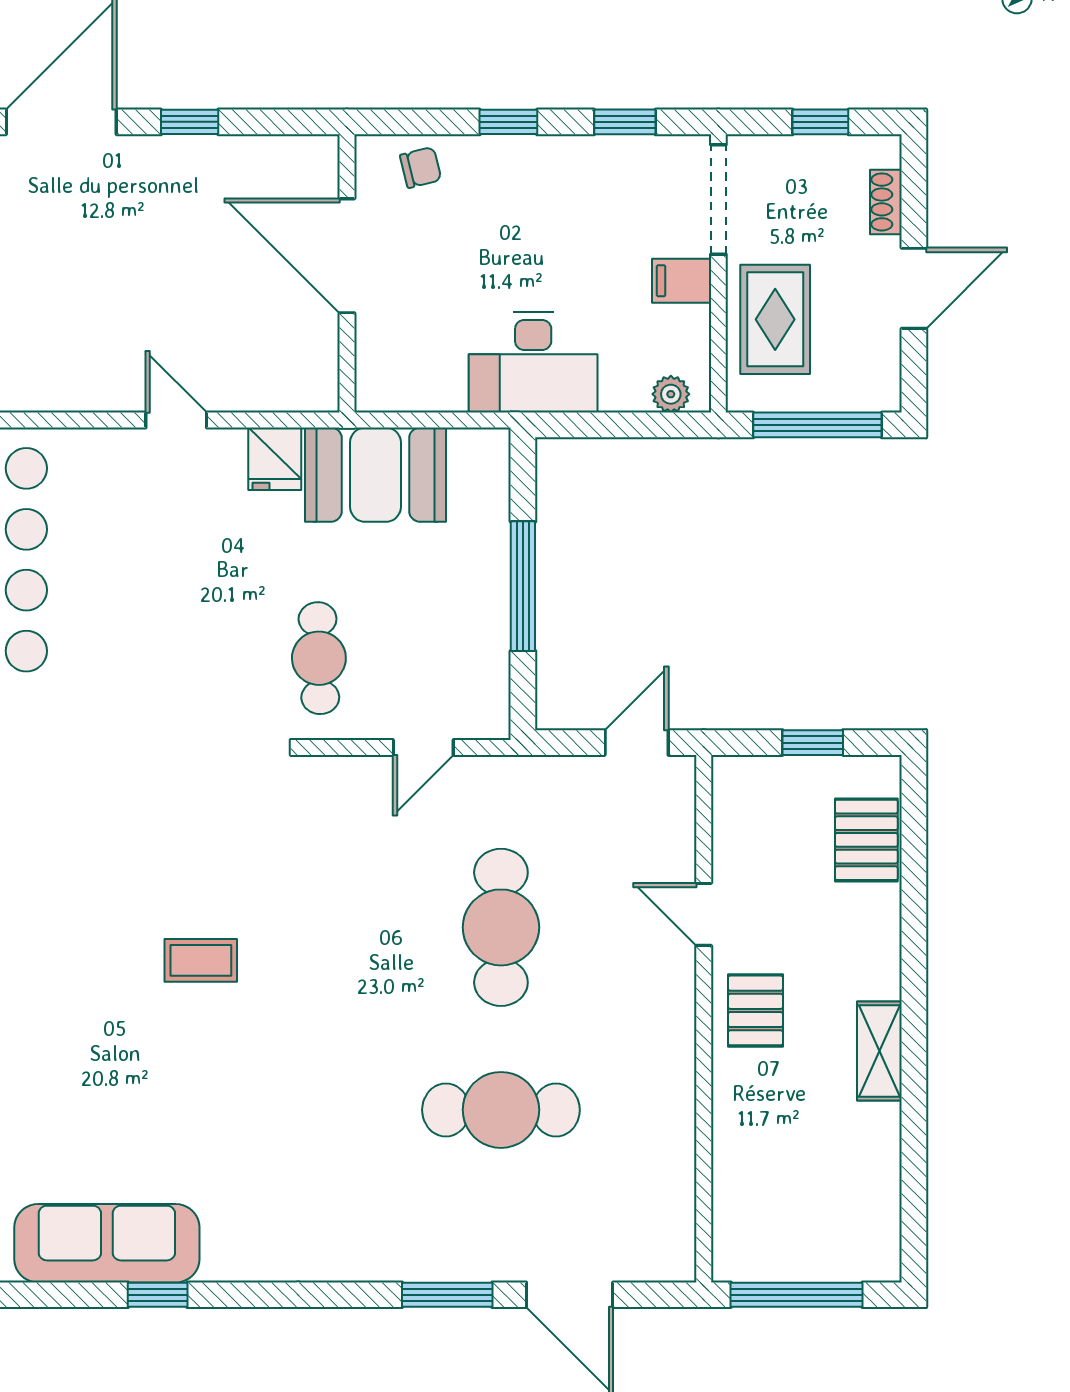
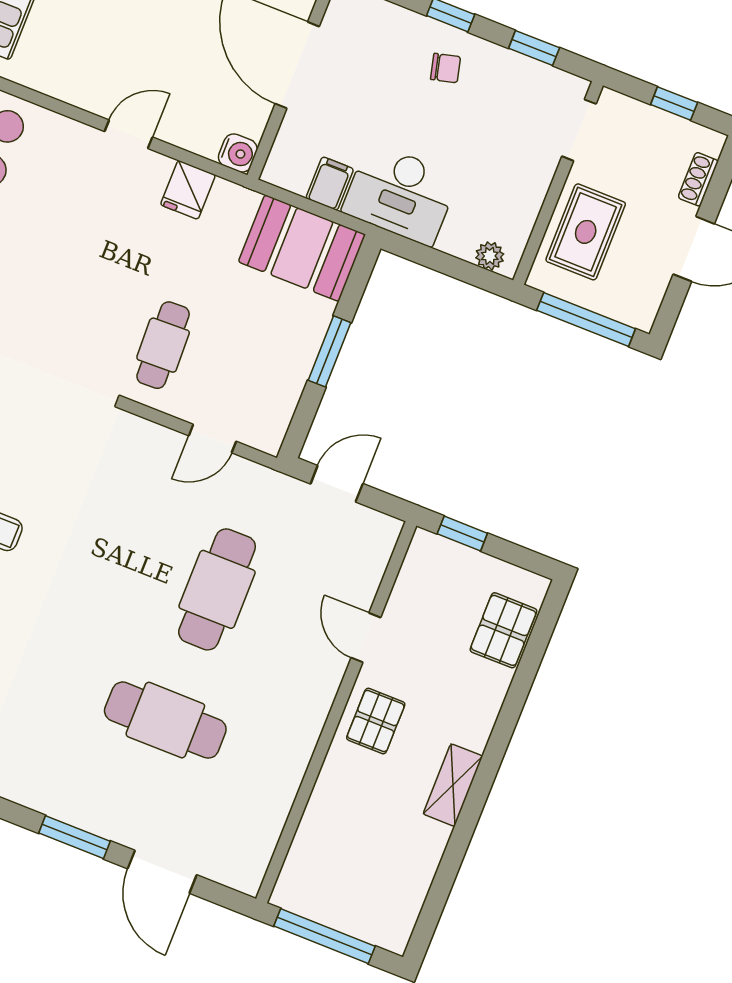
chair: (421, 167) -> (445, 68), moved
doorway: (718, 199) -> (579, 130), width x0.73
filing cabinet: (682, 281) -> (330, 184), moved, turned 90
water cooler: (317, 390) -> (238, 153), added
door: (176, 420) -> (128, 134), hinge flipped
booth: (375, 475) -> (302, 248), moved
window: (523, 586) -> (330, 351), width x0.69
door: (637, 743) -> (337, 484), moved
window: (813, 743) -> (462, 533), moved

